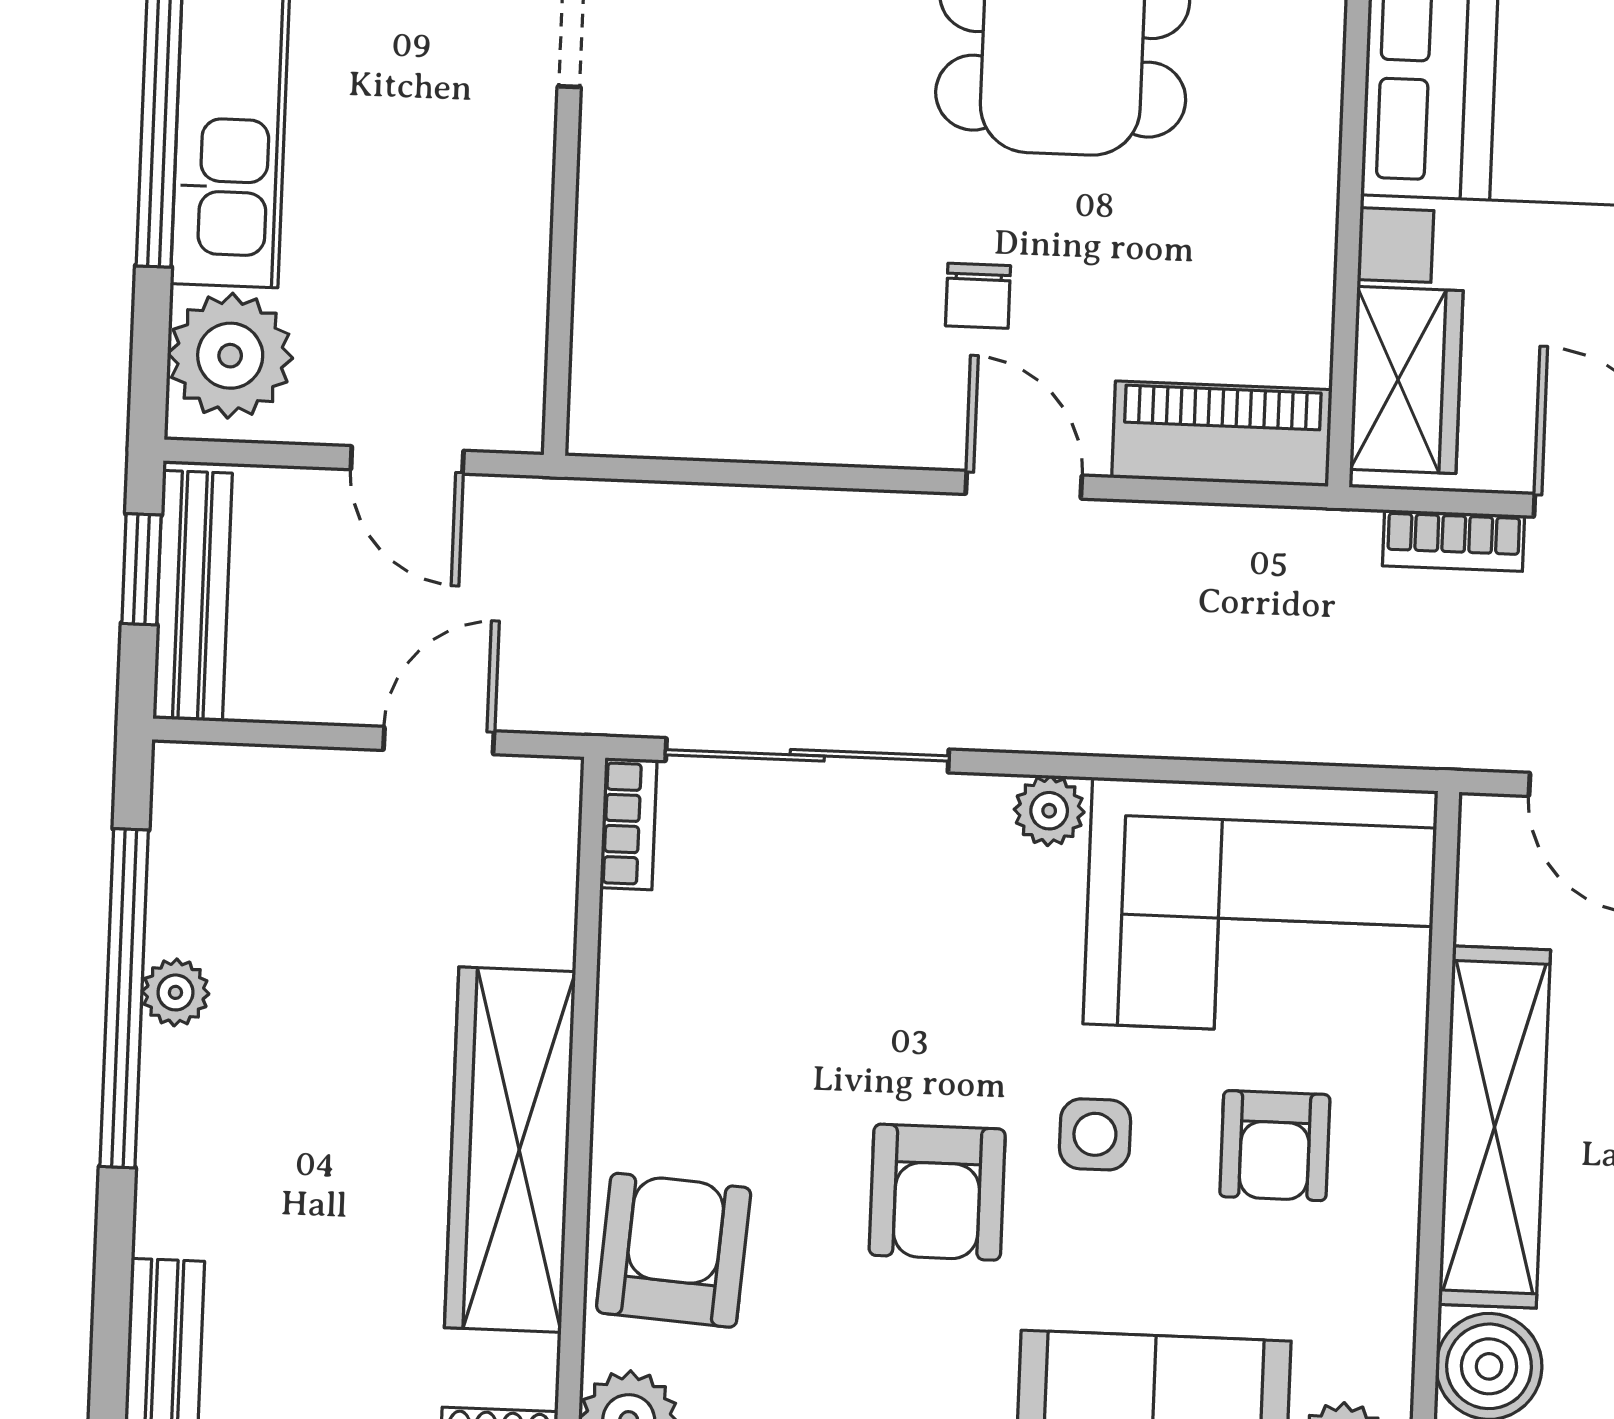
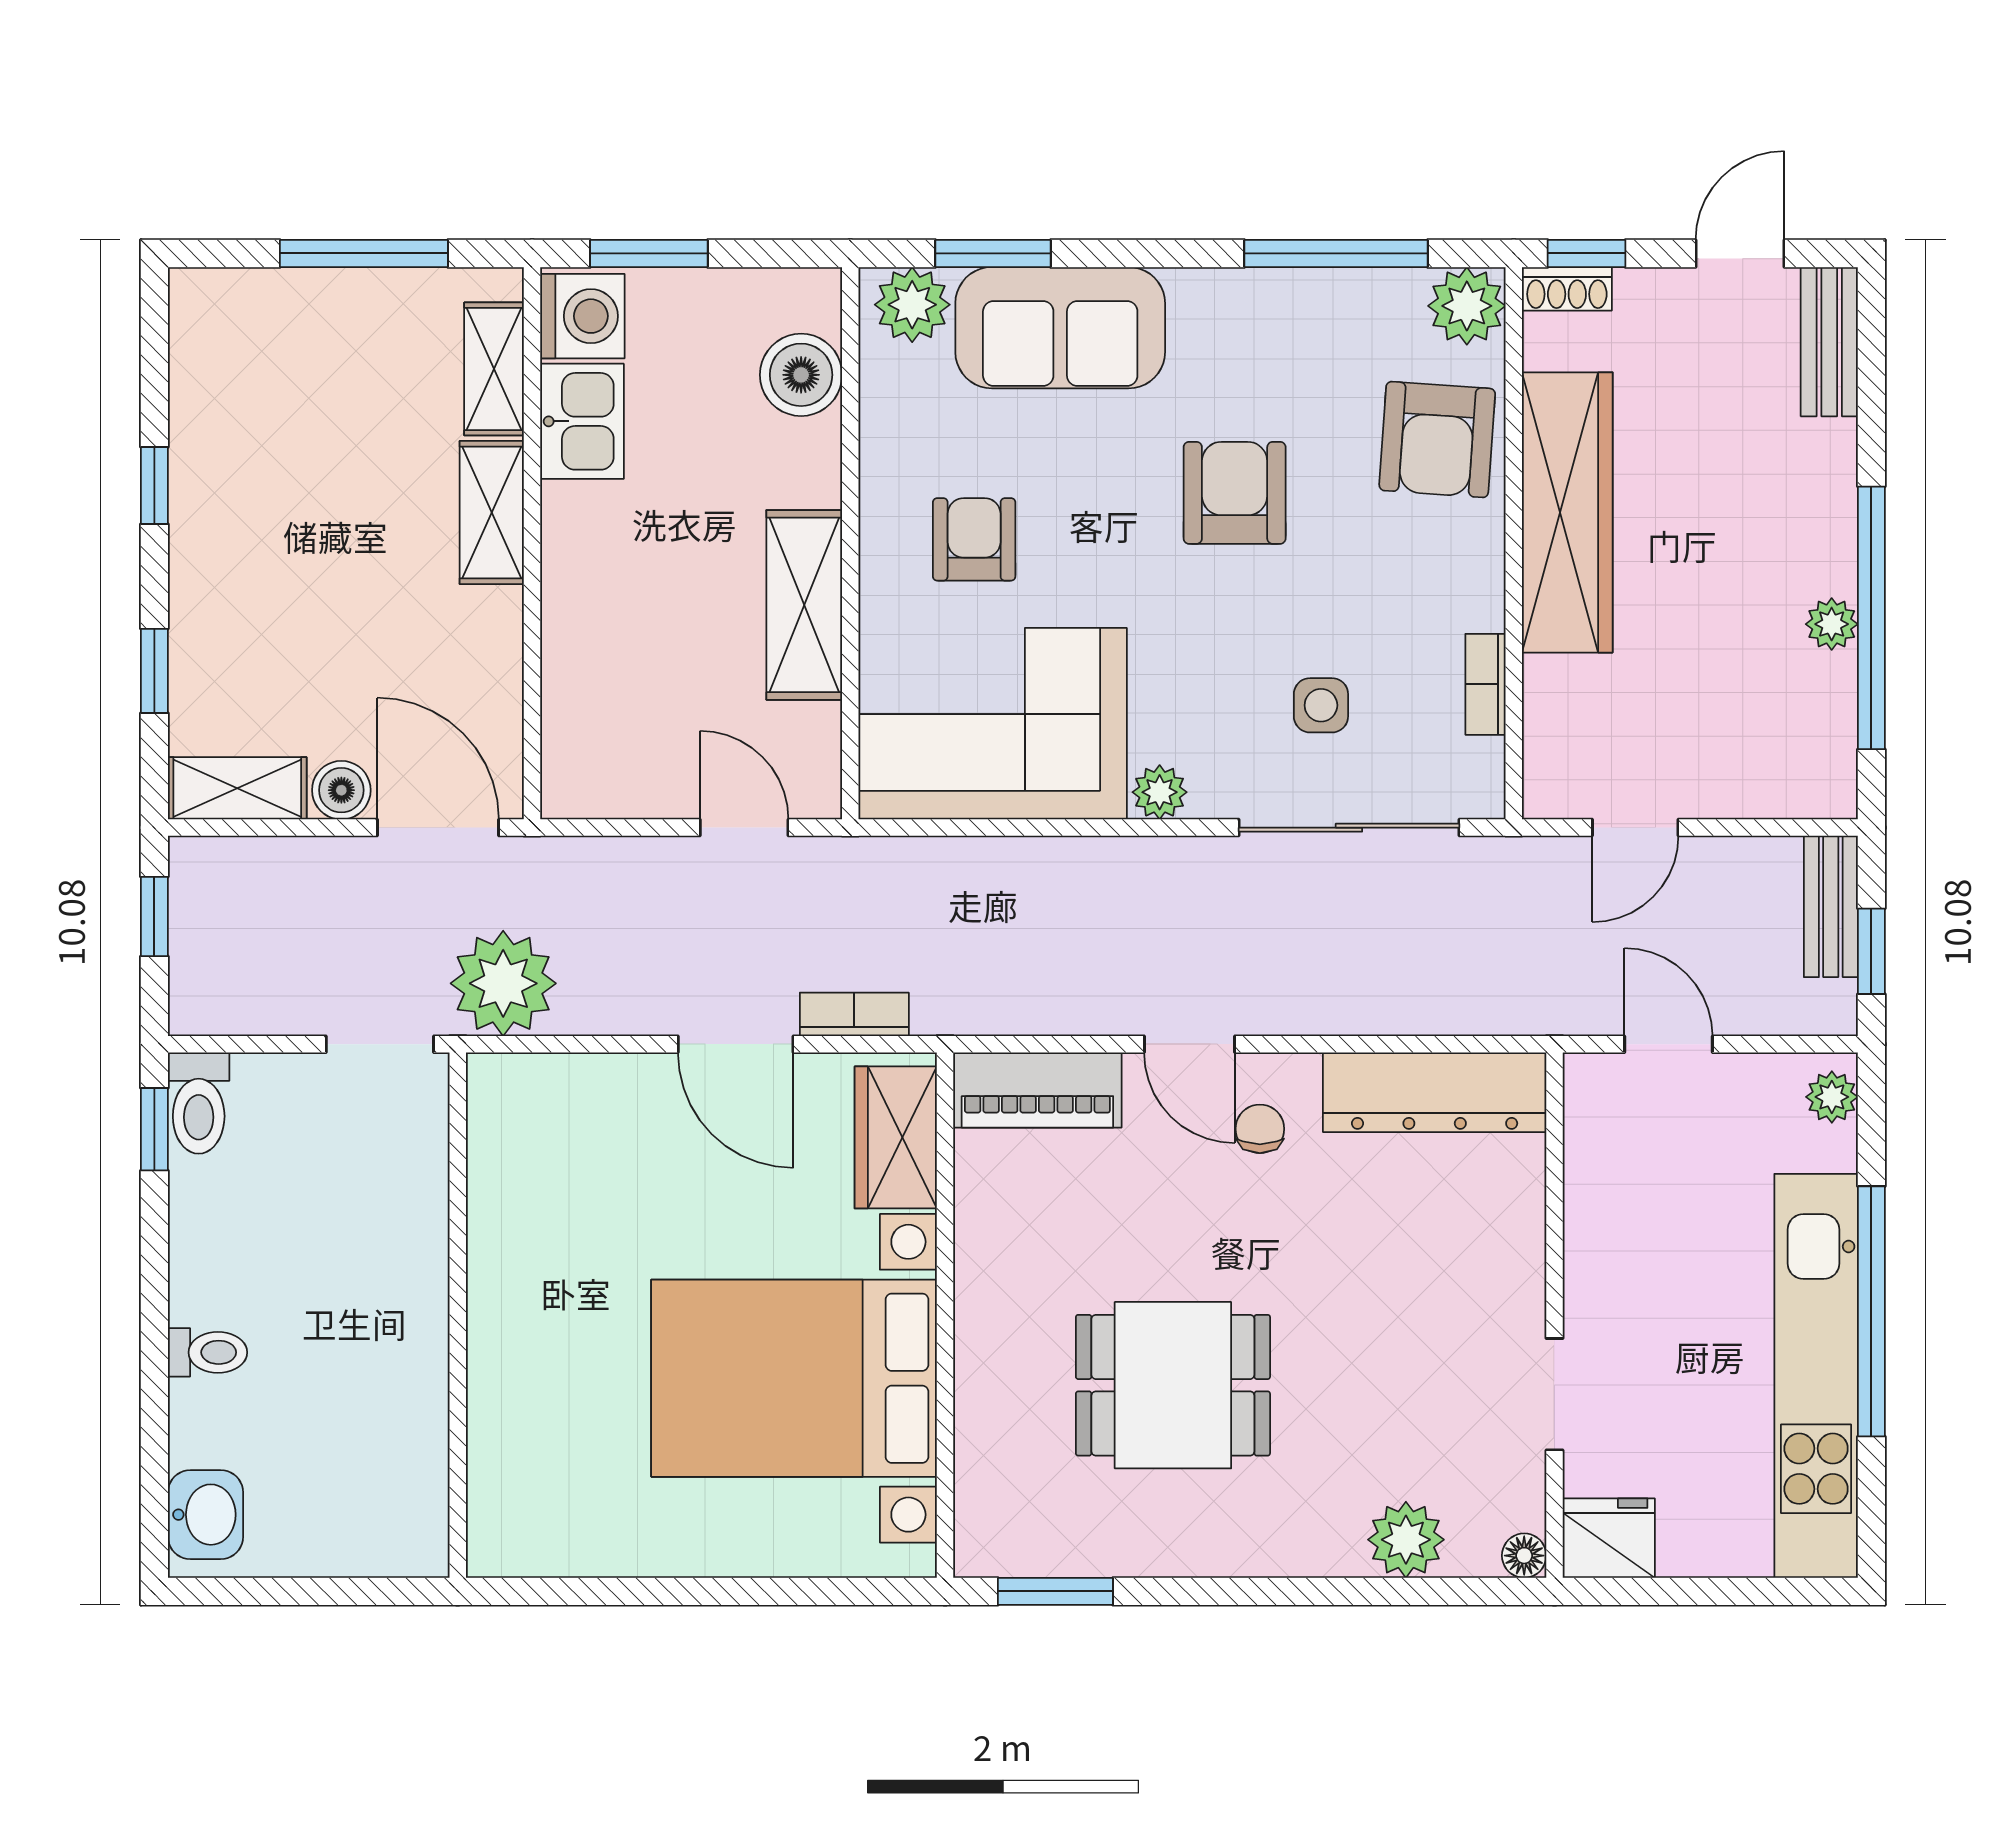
chair: (978, 296) -> (1260, 1129), moved
plant: (230, 356) -> (1832, 1097), width x0.53, depth x0.53
dresser: (711, 410) -> (1435, 1092), added
bench: (193, 596) -> (1831, 906), width x0.73
bookcase: (628, 824) -> (1485, 684), moved
shelving: (1495, 1127) -> (804, 605), width x0.68
side table: (1095, 1134) -> (1321, 705), moved

